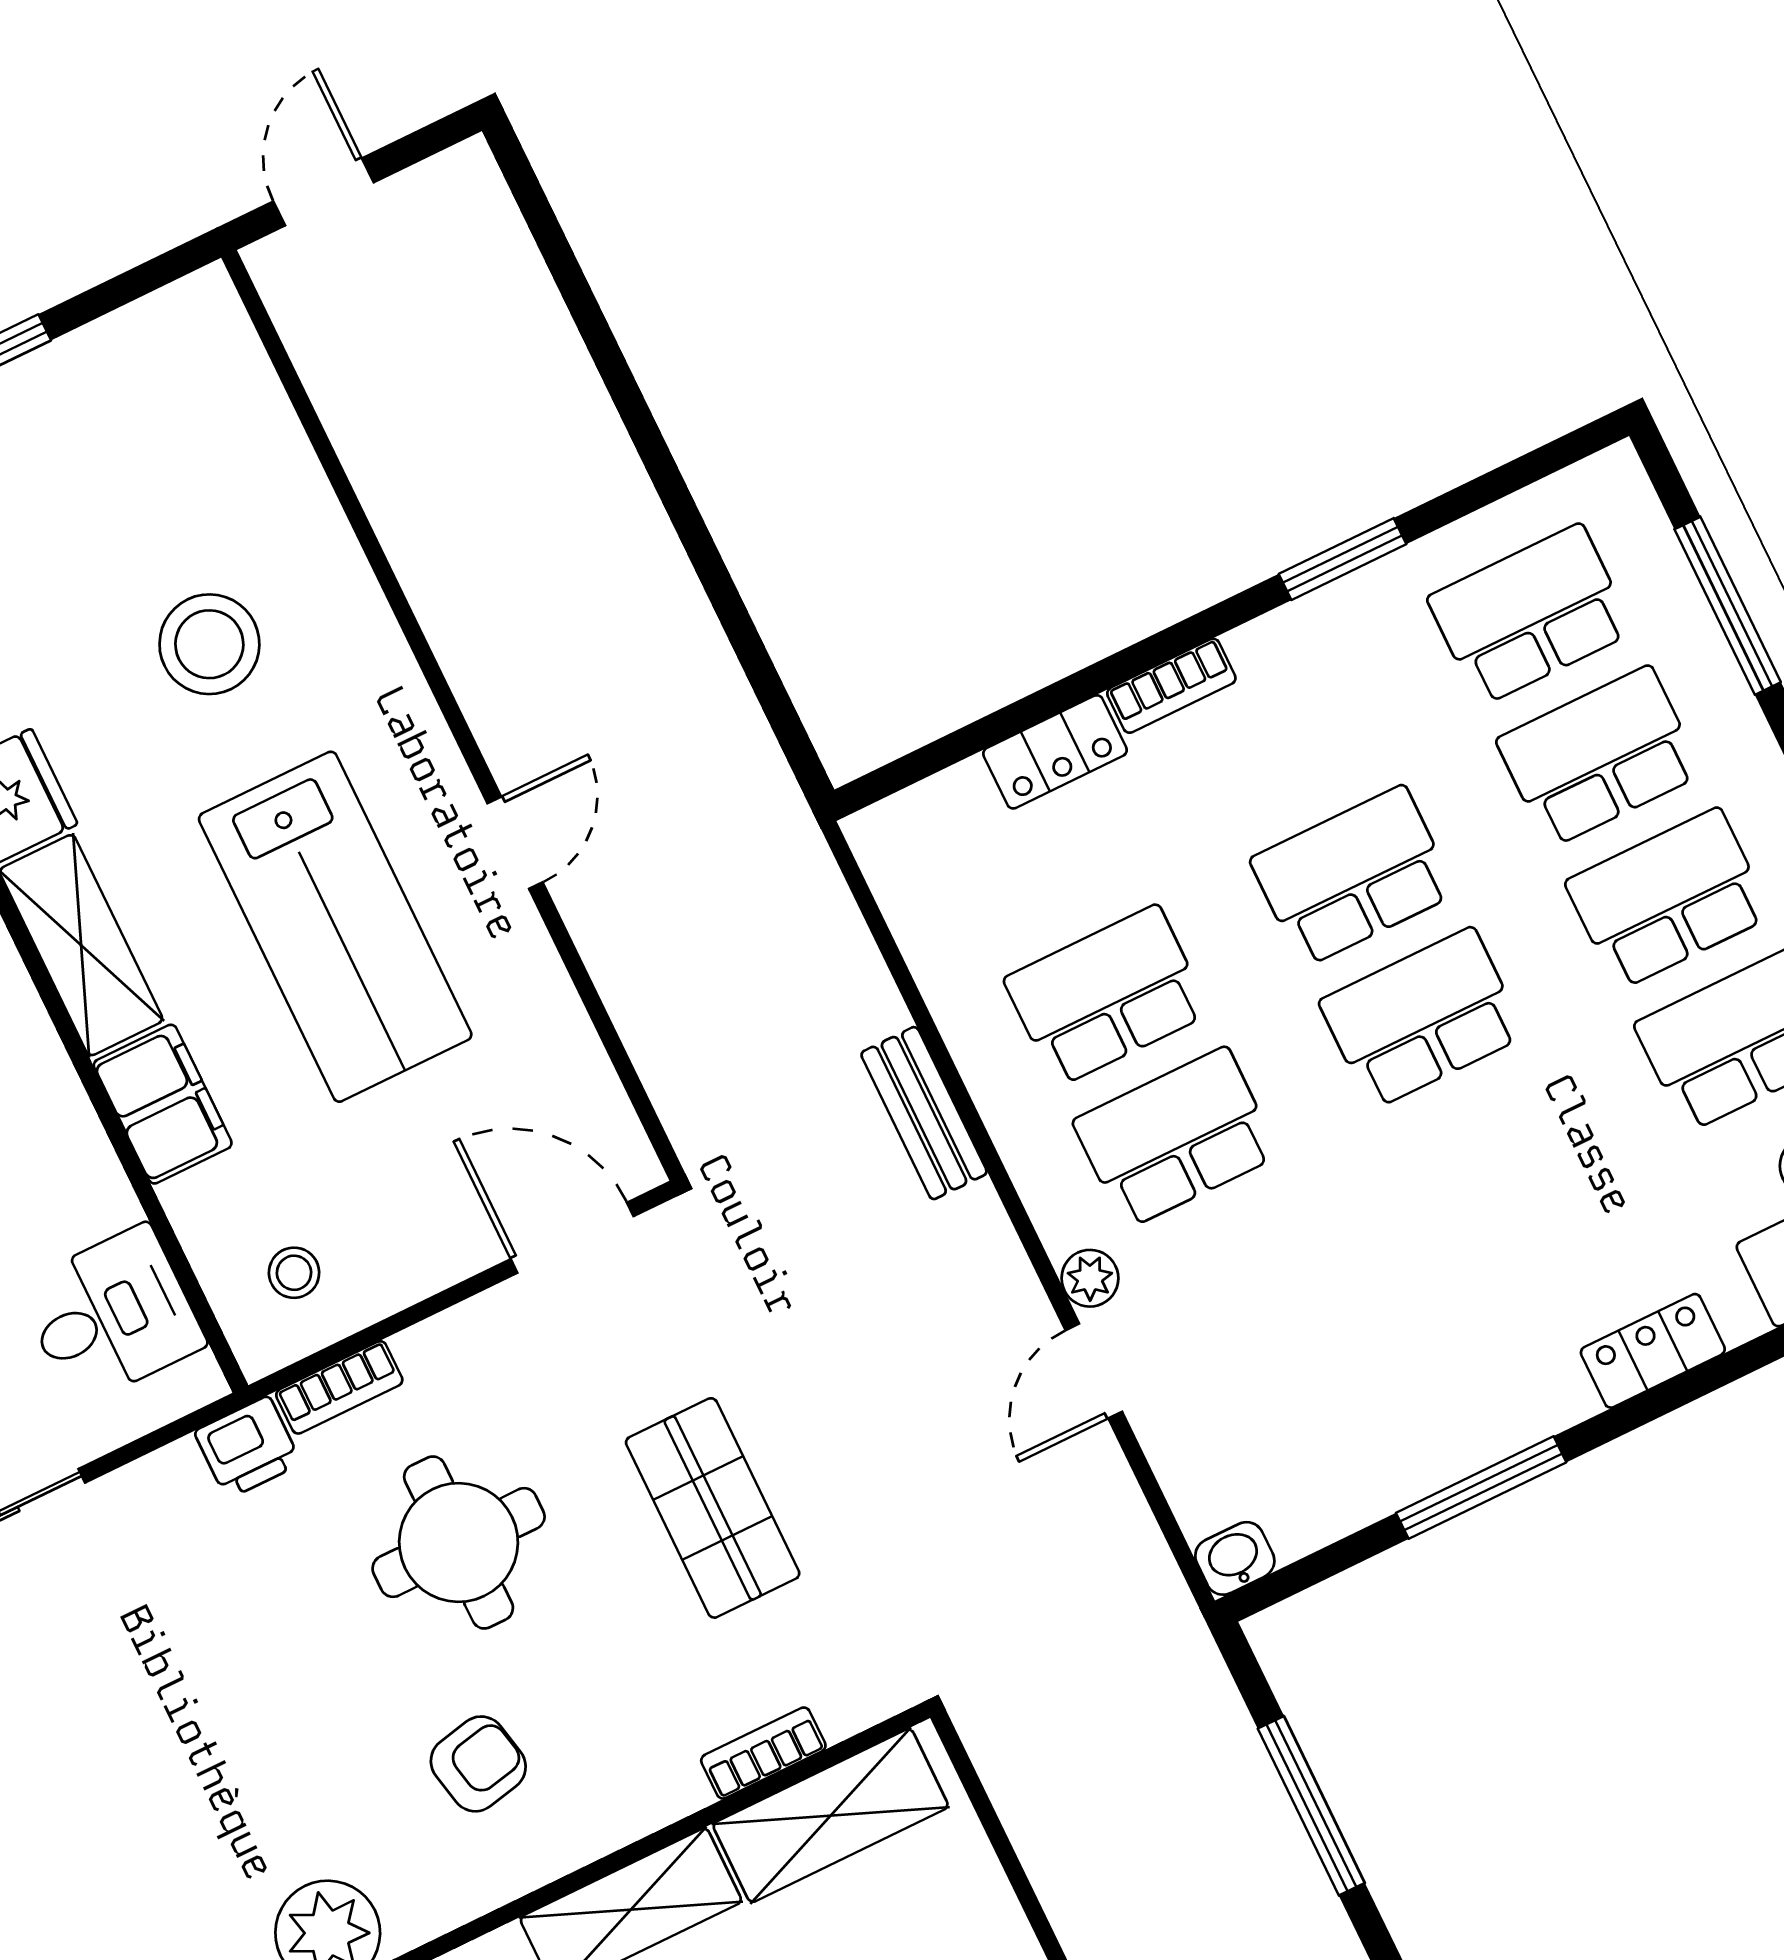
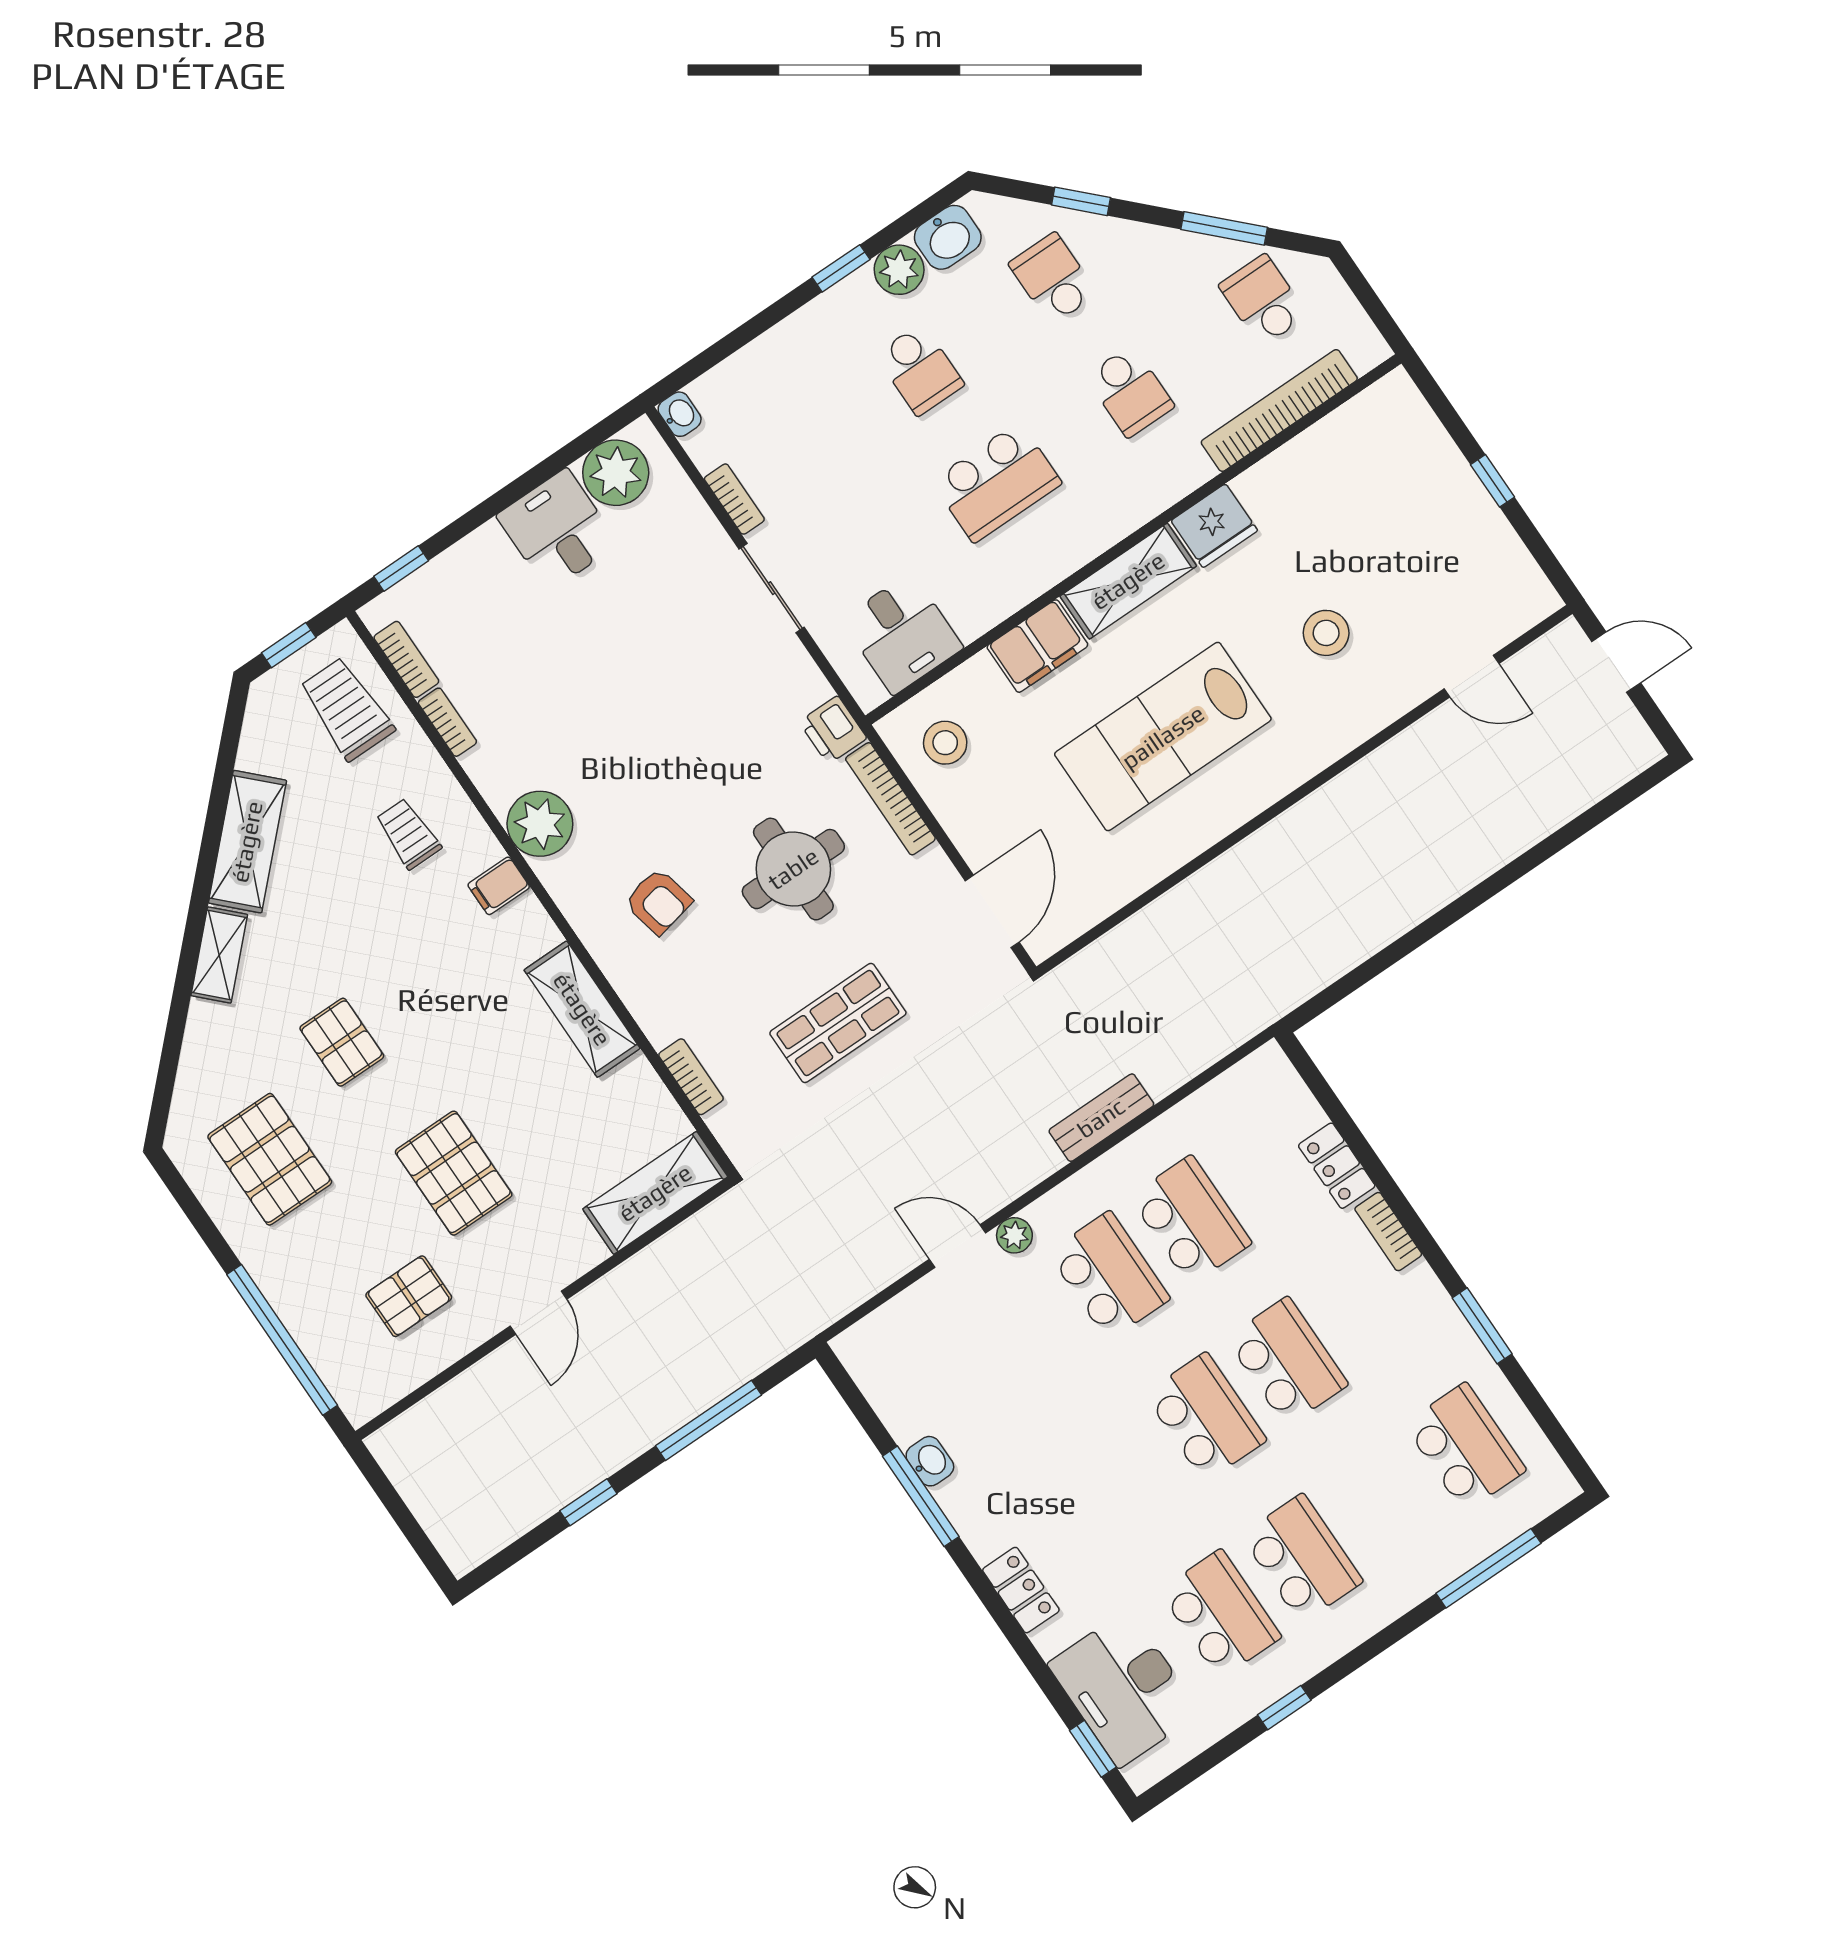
stool: (209, 644) -> (1326, 633), width x0.73, depth x0.73
school desk: (1599, 757) -> (1383, 1503), removed
door: (515, 843) -> (1472, 676), moved
stool: (294, 1273) -> (945, 743), width x1.37, depth x1.37
bookcase: (339, 1387) -> (890, 799), width x1.56
washbasin: (1235, 1558) -> (930, 1461), moved
shelving: (831, 1816) -> (655, 1193), moved, turned 90

